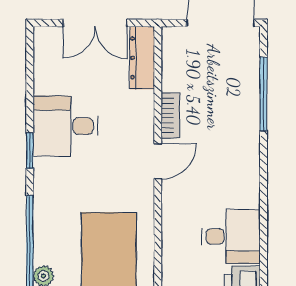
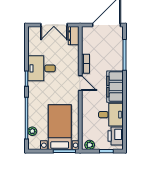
dresser: (142, 58) -> (74, 36), width x0.70
door: (158, 161) -> (80, 83), hinge flipped
filing cabinet: (241, 170) -> (115, 87), added

